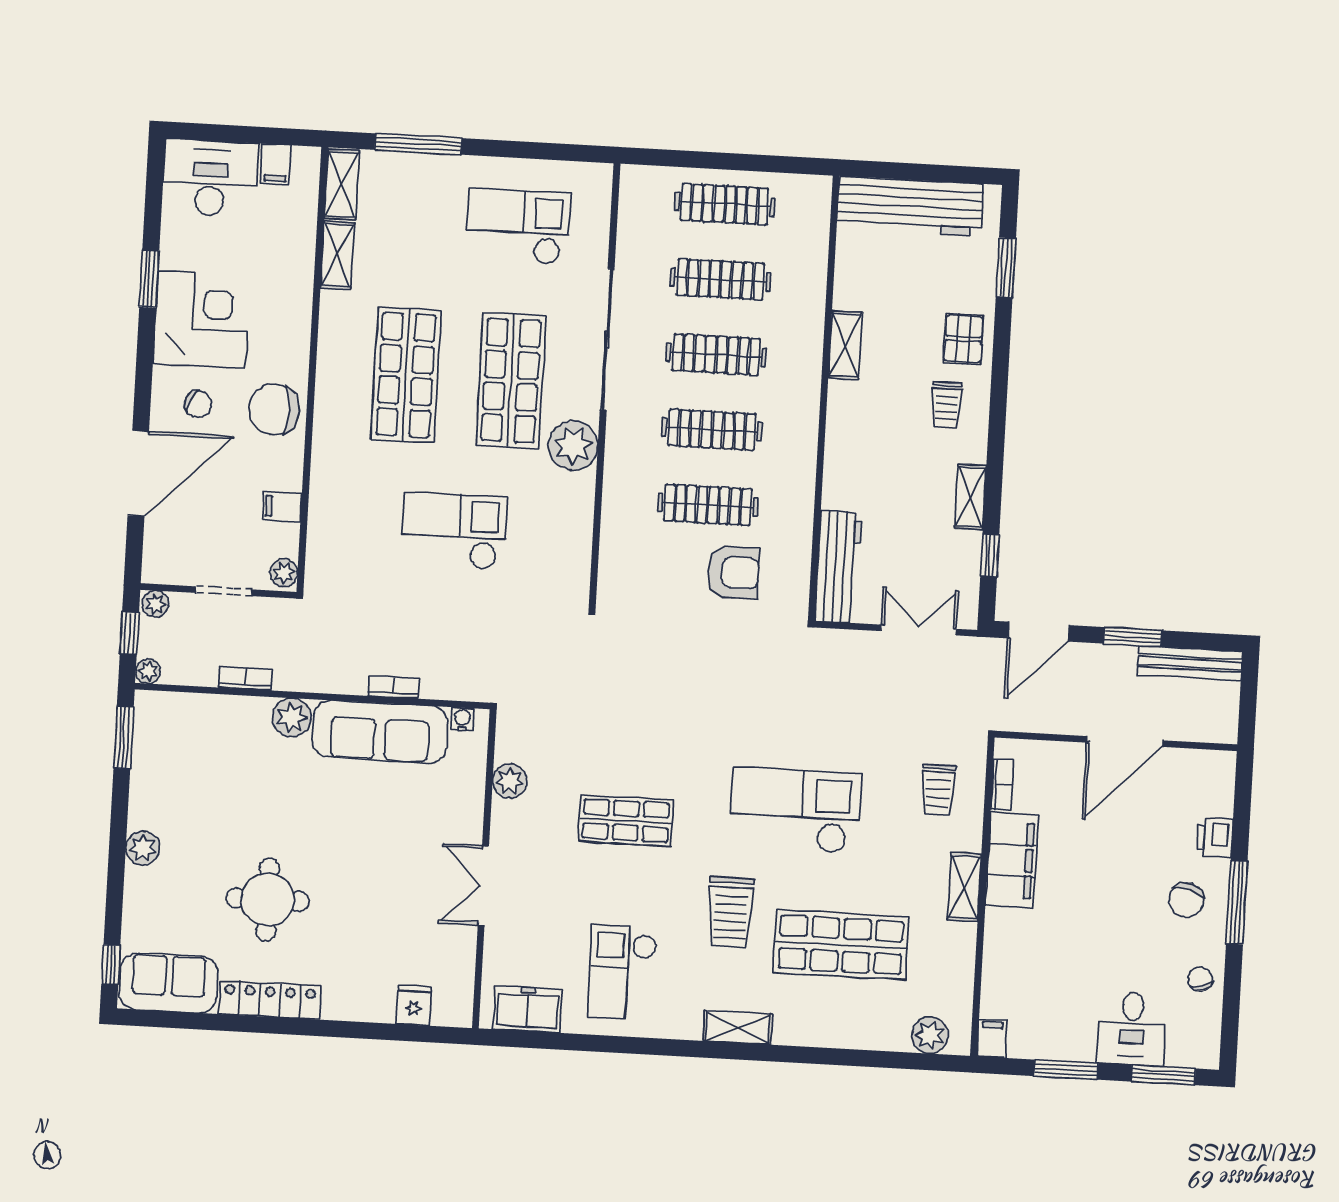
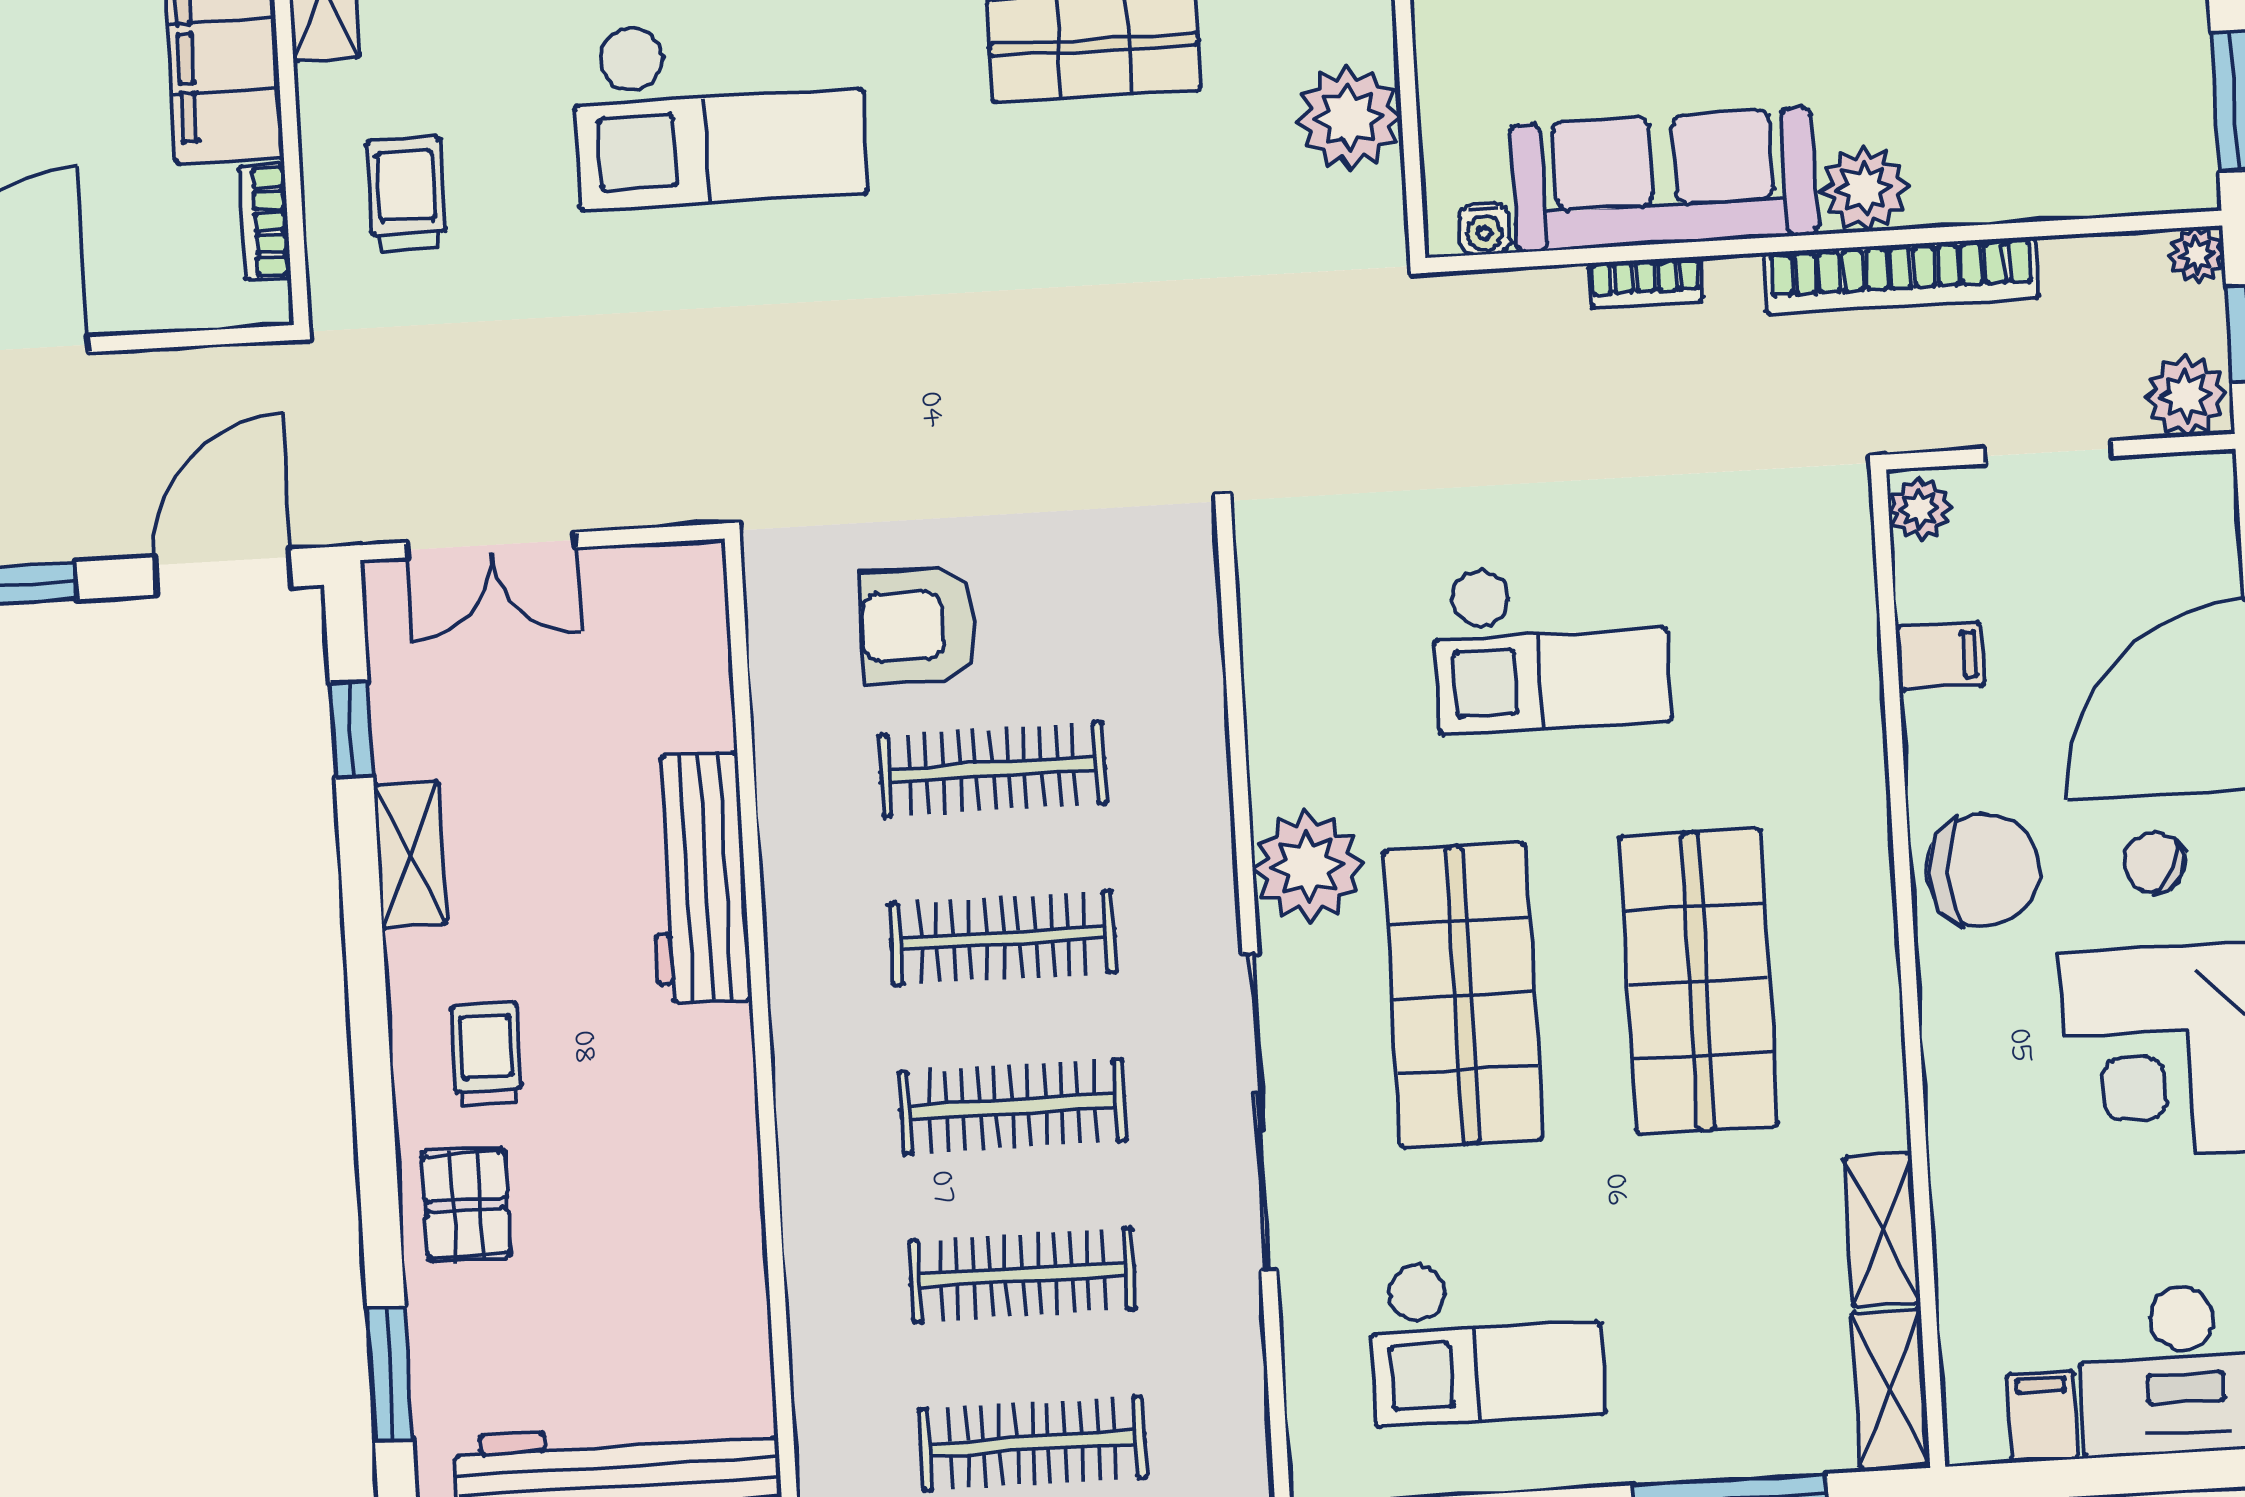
shelving: (845, 345) -> (728, 1160), removed
workbench: (838, 567) -> (698, 878), moved
plant: (155, 604) -> (2186, 396), width x1.38, depth x1.38
bookcase: (245, 678) -> (1901, 276), width x2.31, depth x1.31
plant: (510, 781) -> (1349, 118), width x1.36, depth x1.36

